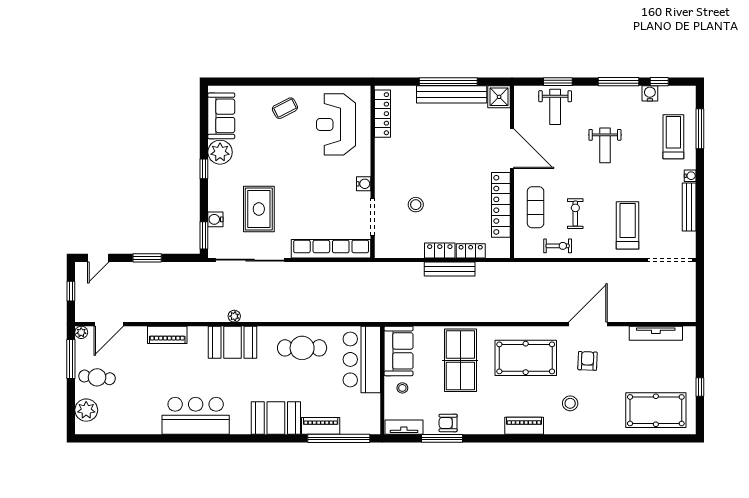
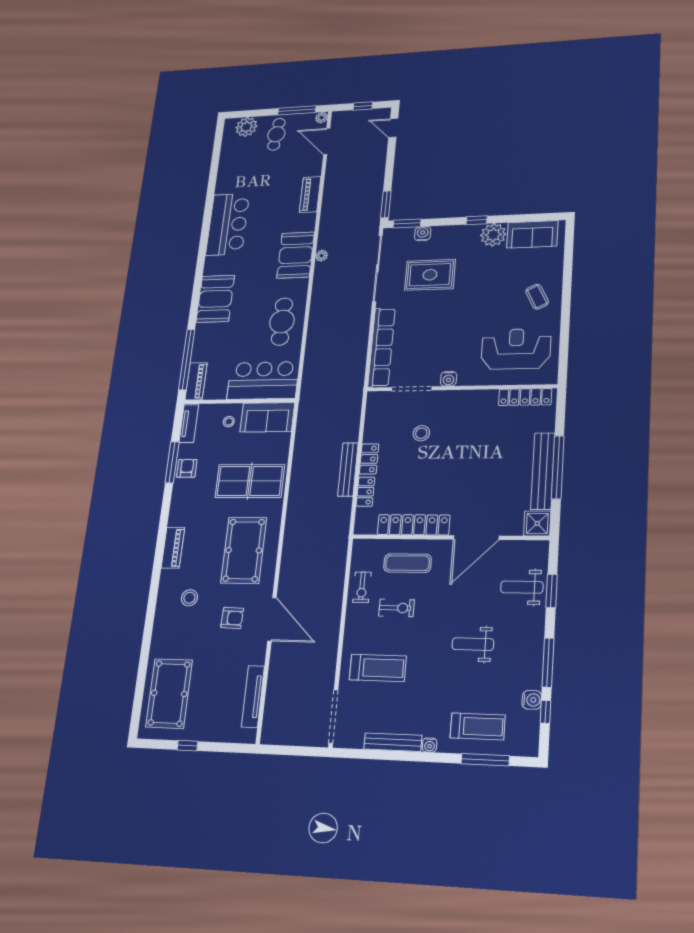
window: (147, 258) -> (386, 204), moved
piano: (321, 426) -> (196, 381), moved

